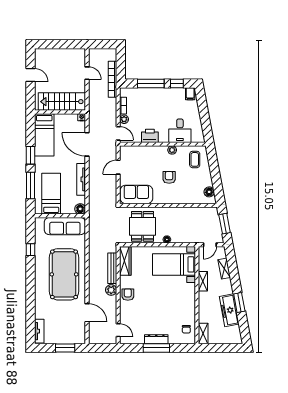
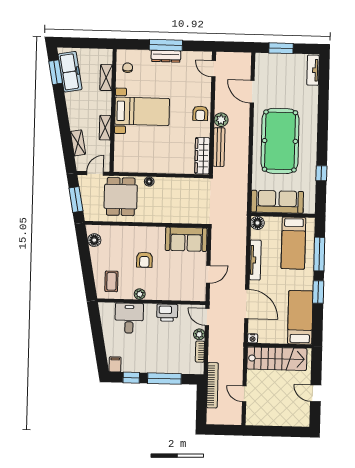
dining table: (143, 226) -> (121, 197), moved
bed with nightstands: (174, 264) -> (142, 111), moved
window: (239, 303) -> (56, 72), moved
freezer: (229, 310) -> (70, 72), moved
shelving: (203, 333) -> (106, 78), moved

